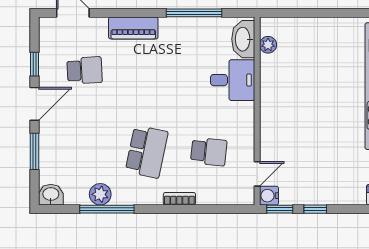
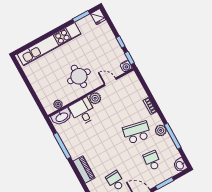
round table: (296, 106) -> (79, 76), added
plant: (244, 113) -> (95, 98), added
school desk: (209, 152) -> (152, 161), moved
door: (257, 174) -> (110, 82), moved
plant: (100, 194) -> (161, 130), moved

